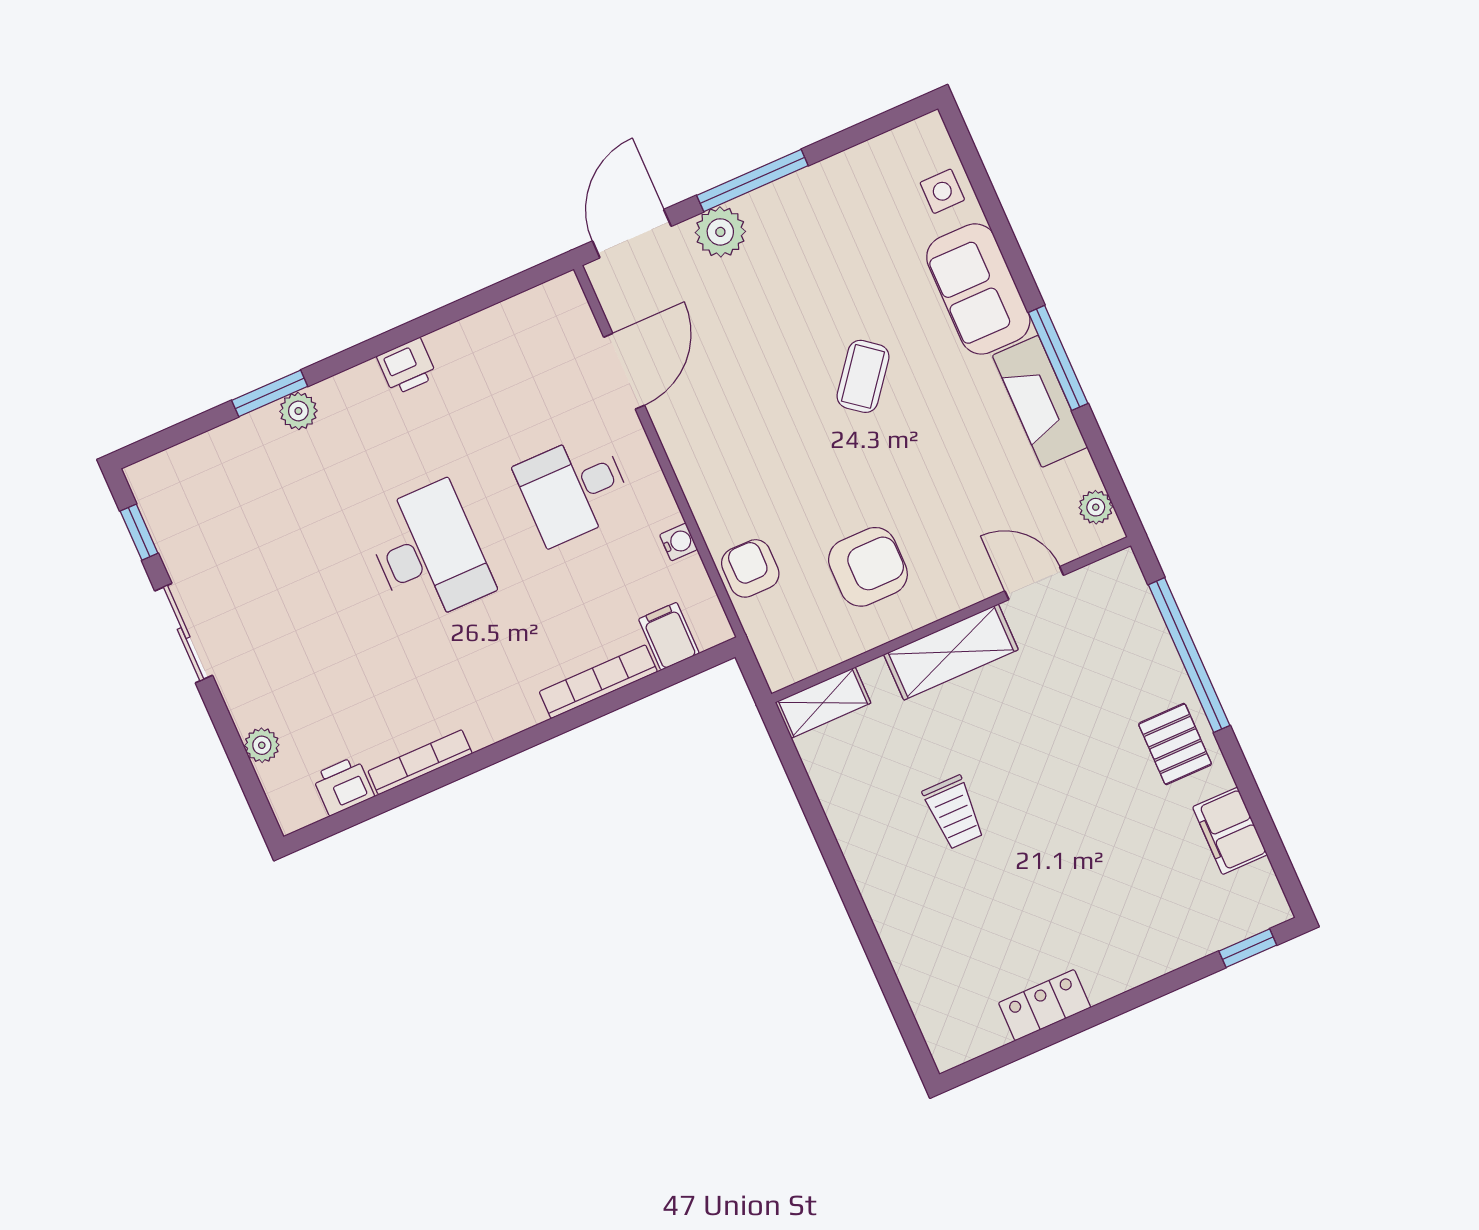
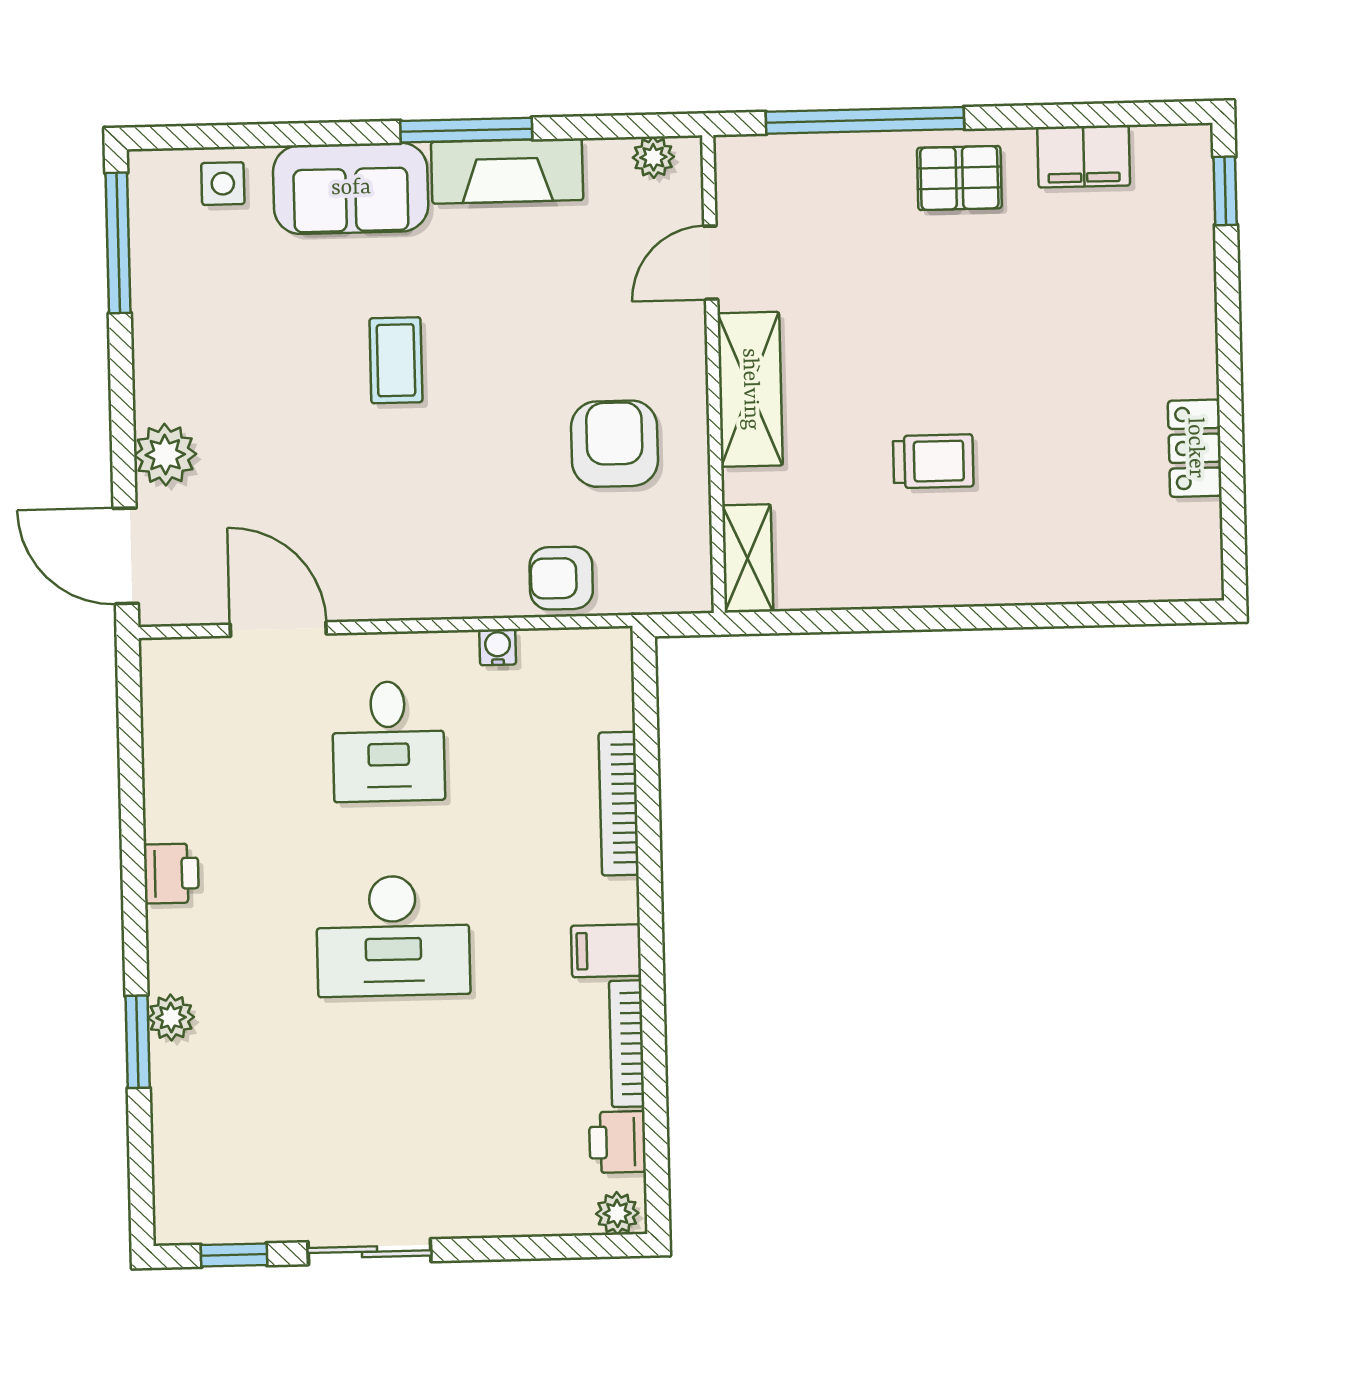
window: (752, 180) -> (118, 243), moved
coffee table: (863, 376) -> (396, 360), turned 52
desk: (429, 553) -> (393, 936), turned 180
filing cabinet: (669, 636) -> (606, 951), moved
plant: (262, 745) -> (617, 1213), moved

